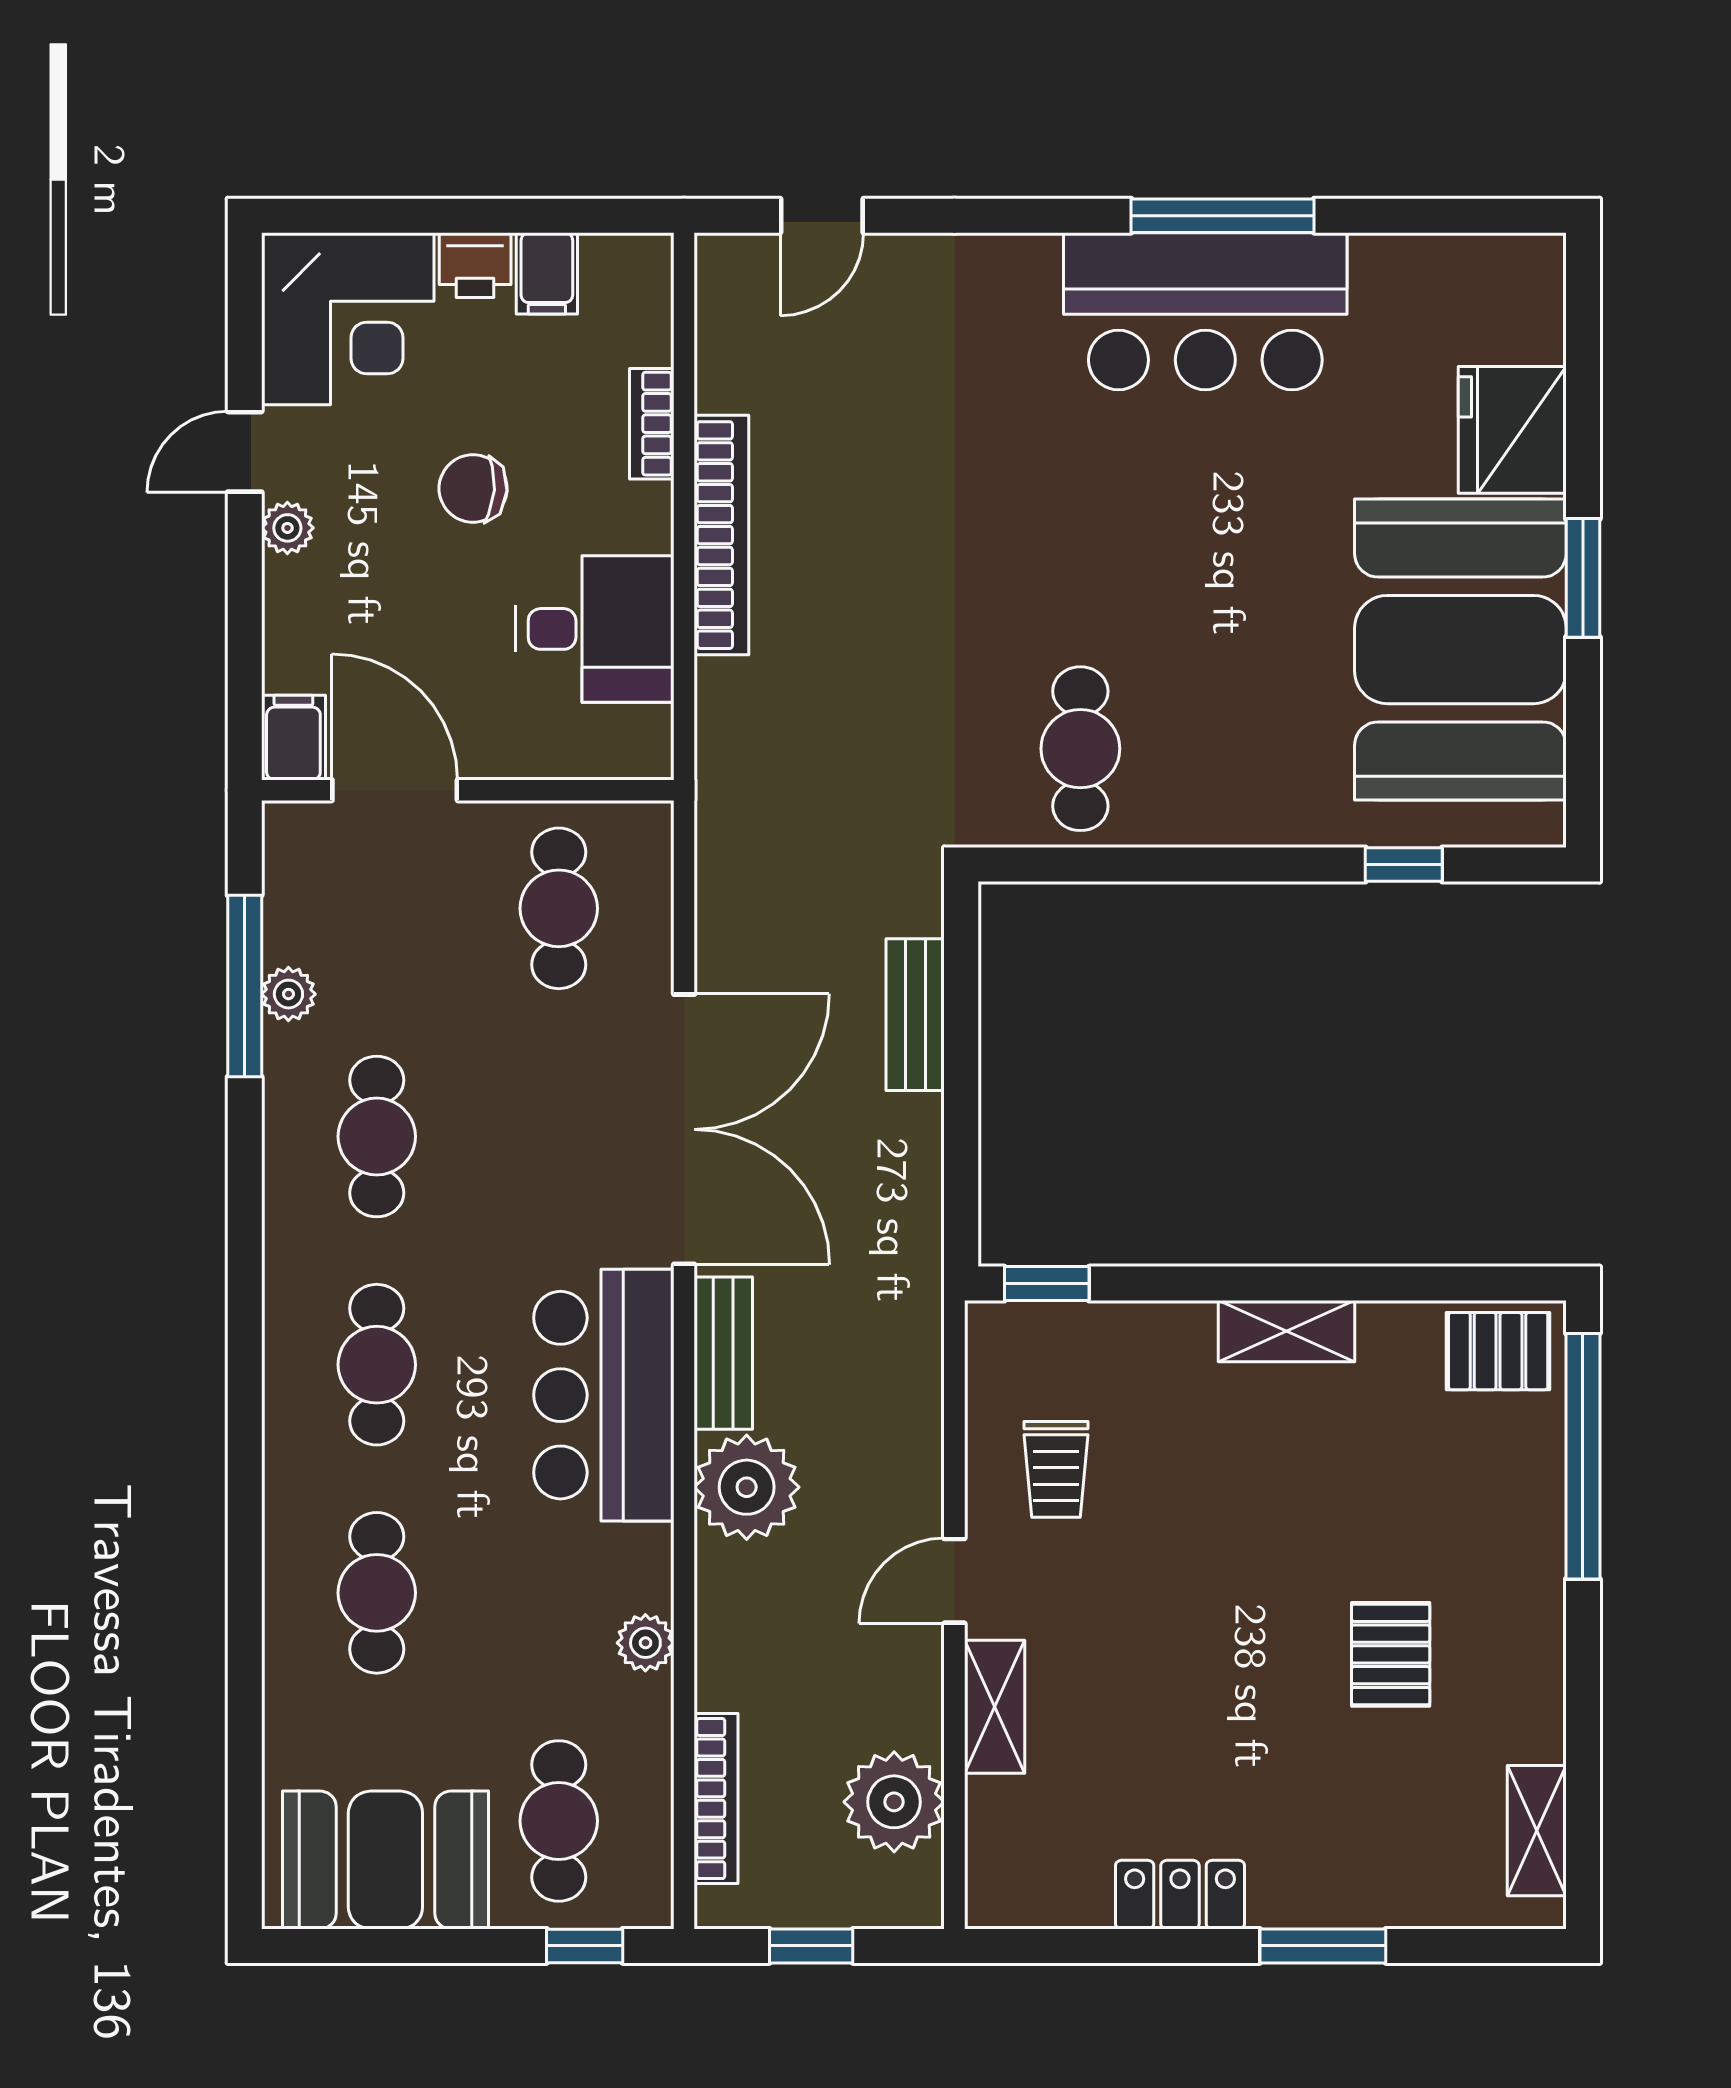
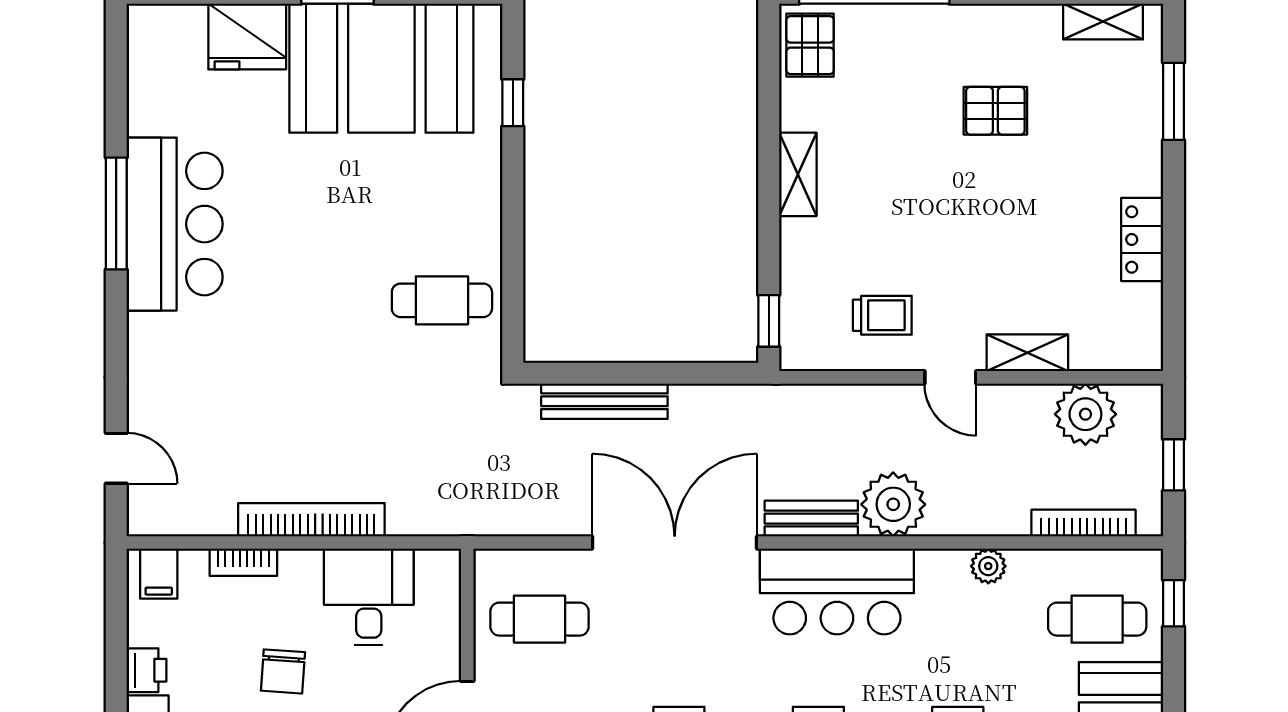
filing cabinet: (547, 273) -> (159, 574), moved, turned 90
bench: (915, 1015) -> (604, 401), width x1.36
window: (1323, 1946) -> (1174, 101), moved

